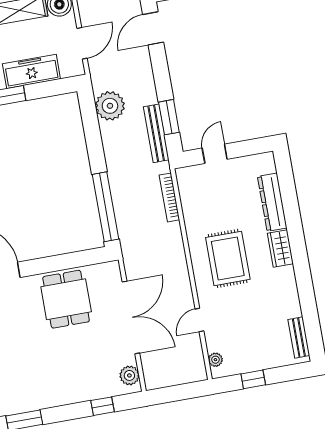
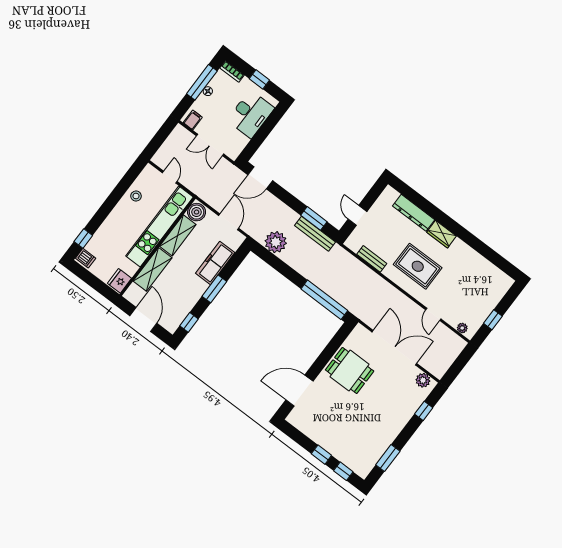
door: (153, 28) -> (260, 178), hinge flipped
bookcase: (169, 197) -> (355, 262), removed
bench: (299, 337) -> (372, 259), moved

